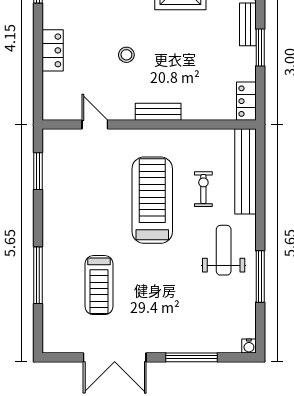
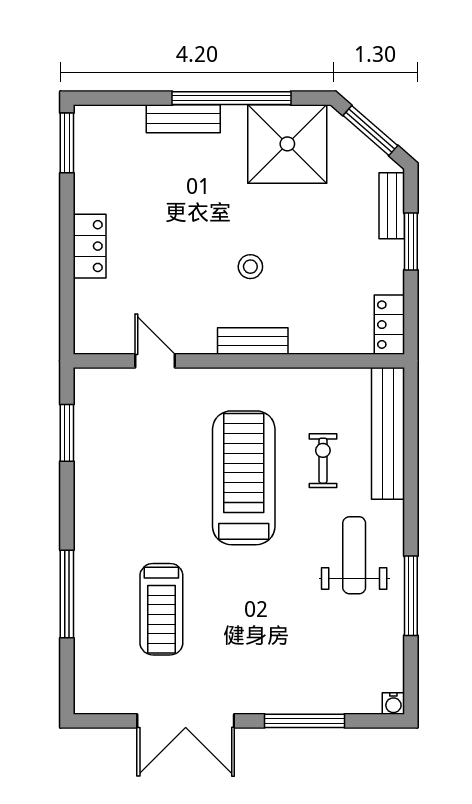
stool: (126, 55) -> (250, 267), moved

